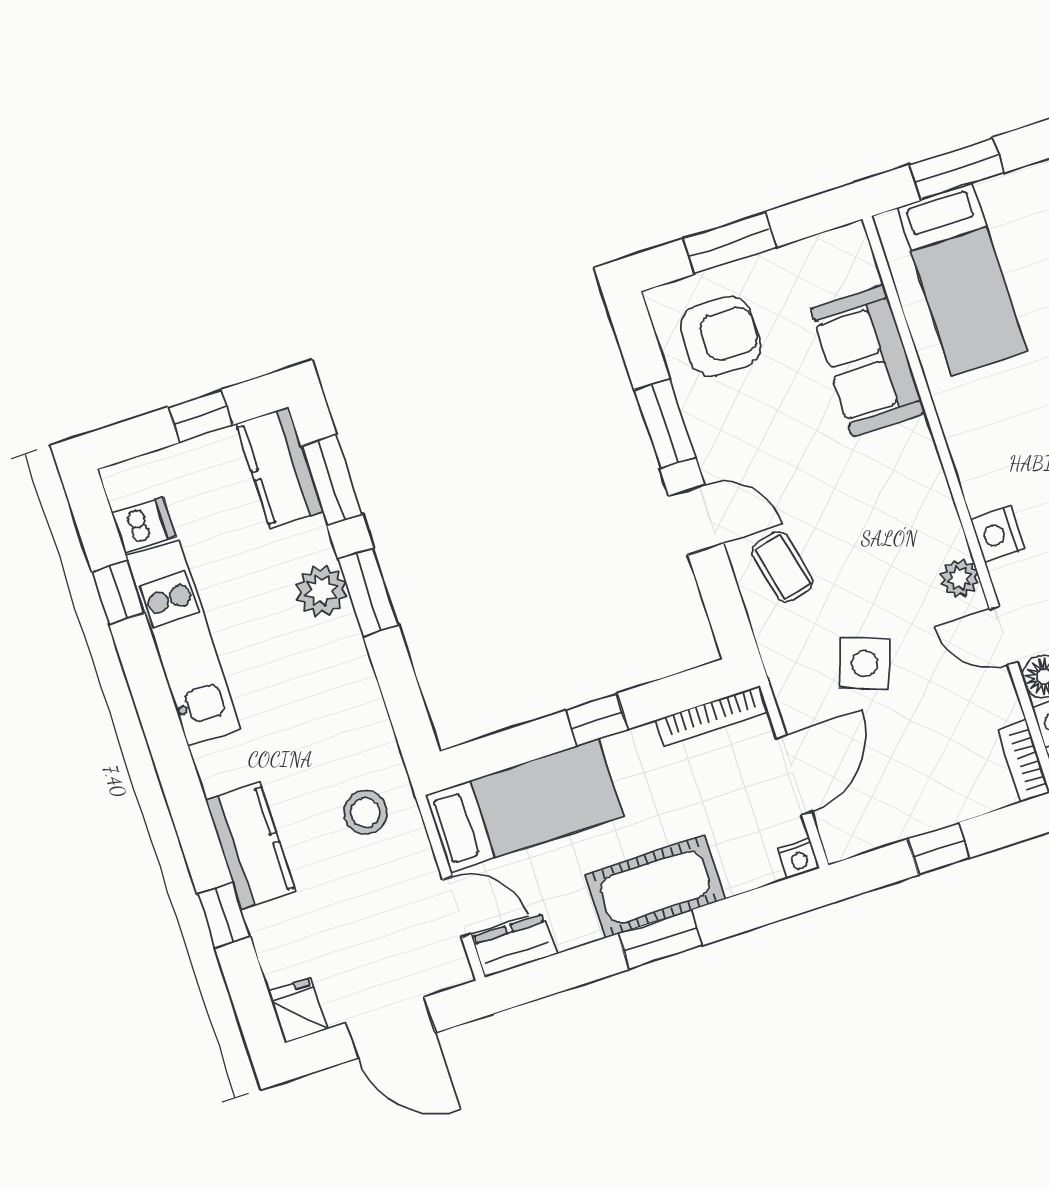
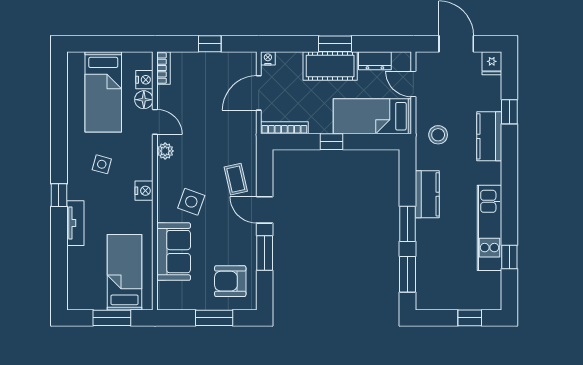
window: (200, 416) -> (470, 318), moved
kitchen counter: (279, 468) -> (427, 194), moved
dishwasher: (144, 524) -> (490, 281), removed
nightstand: (997, 534) -> (144, 191), moved
plant: (321, 591) -> (427, 231), removed
side table: (865, 663) -> (191, 202), moved
dresser: (514, 946) -> (375, 61), moved

